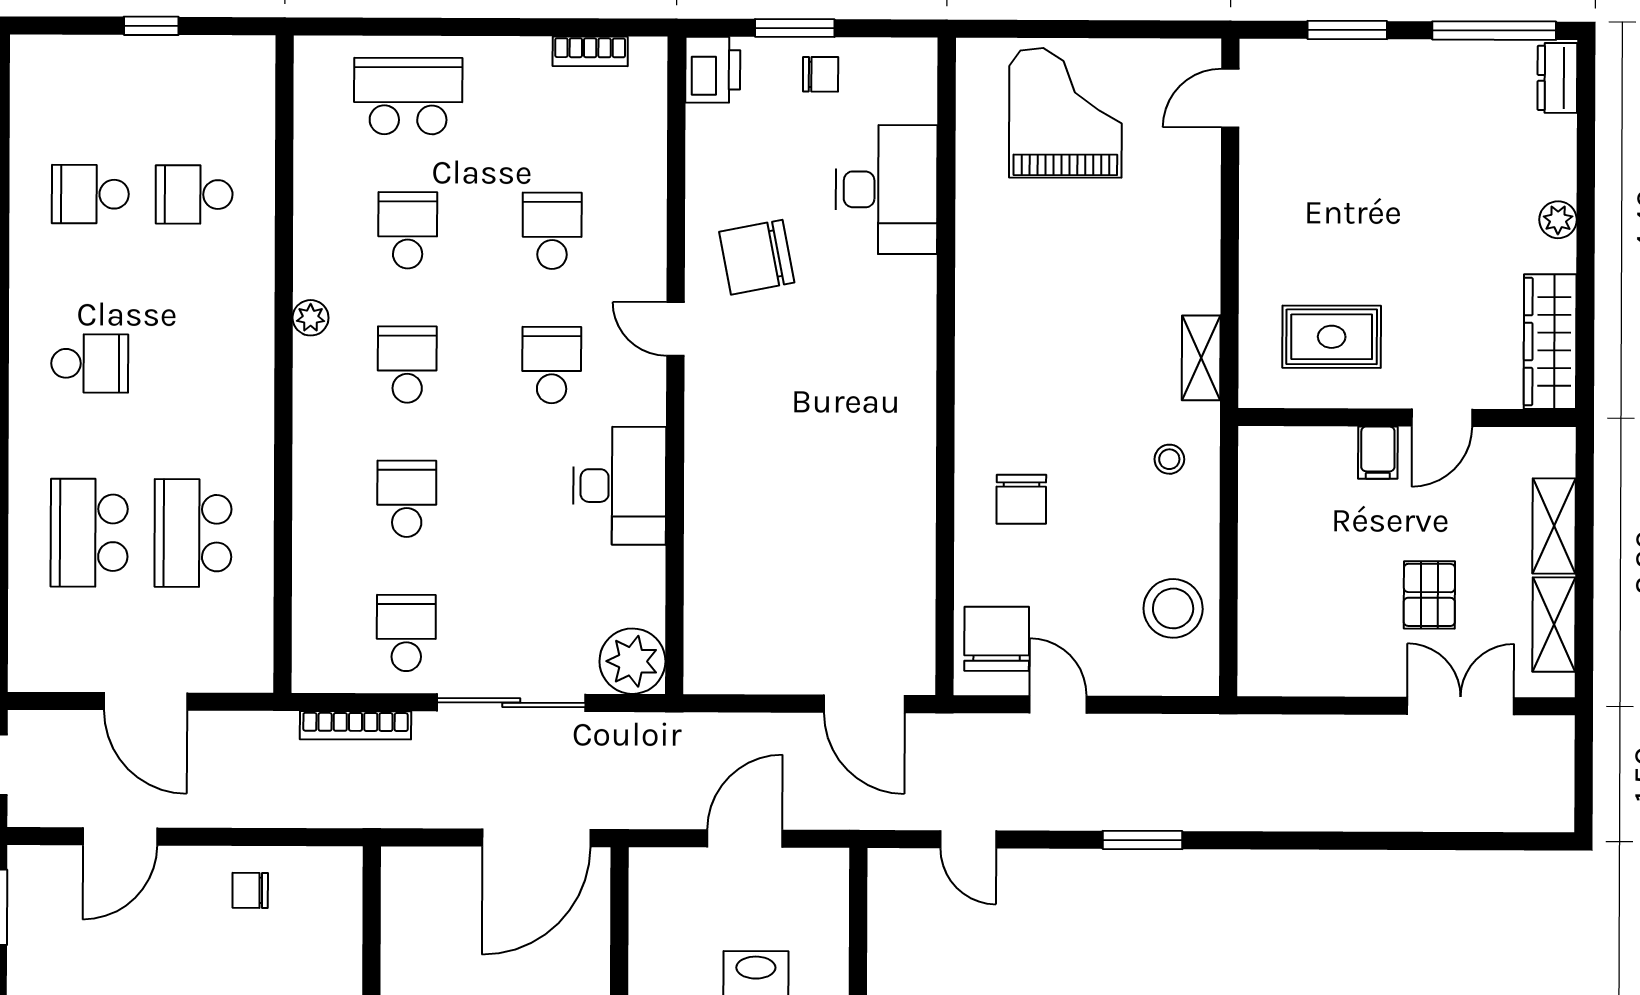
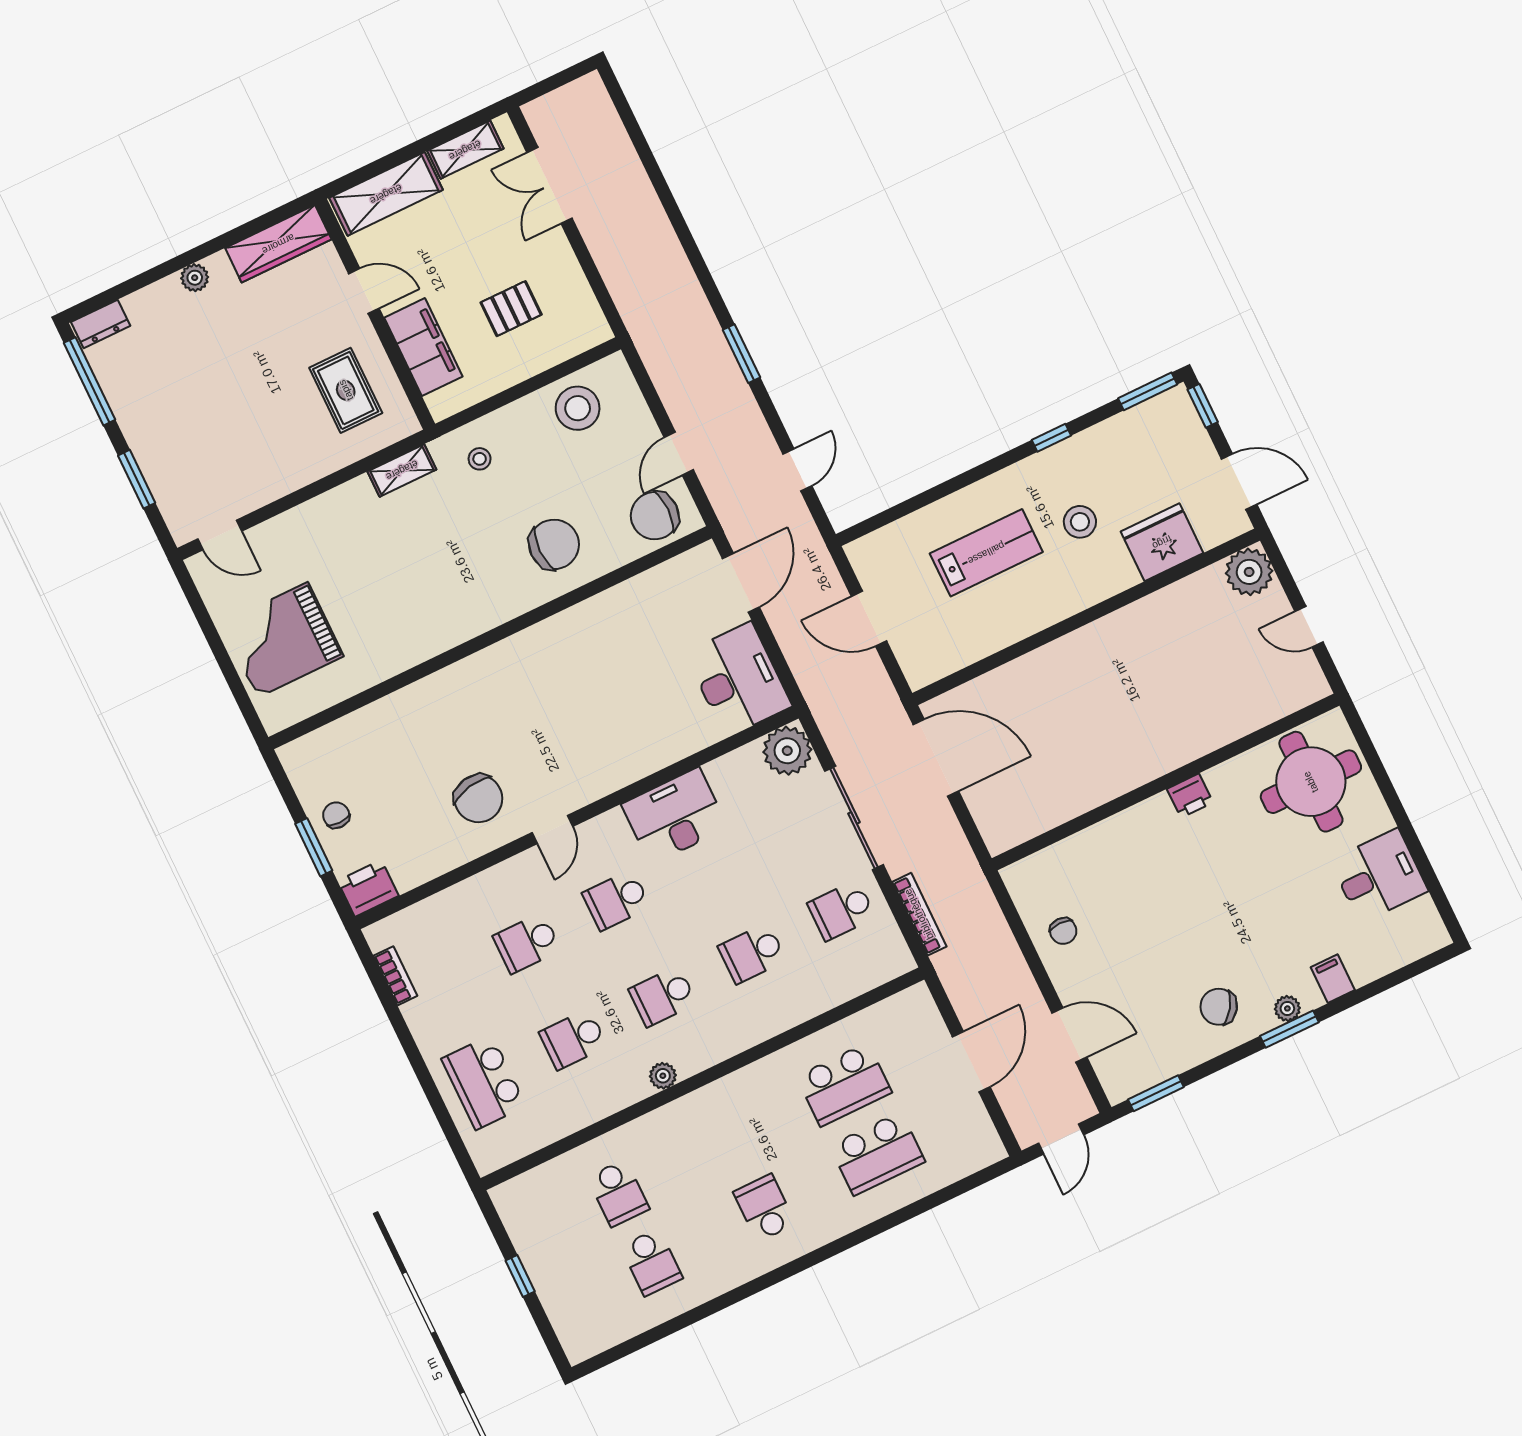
desk: (886, 189) -> (738, 680), moved, turned 90
filing cabinet: (1378, 453) -> (423, 347), width x3.00, depth x1.17
chair: (1021, 499) -> (554, 544), width x1.37, depth x1.37
shelving: (1554, 526) -> (386, 194), width x1.50, depth x1.33
pallet: (1429, 595) -> (511, 309), moved

